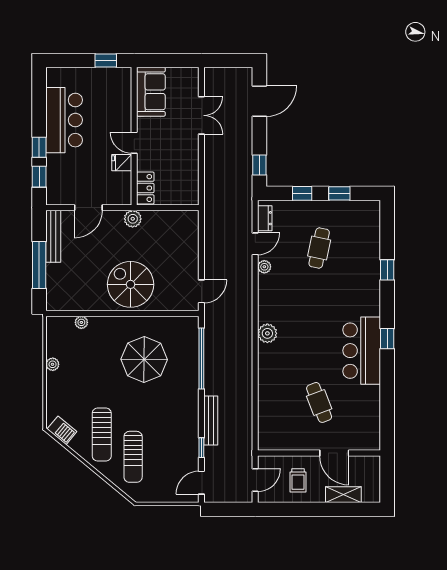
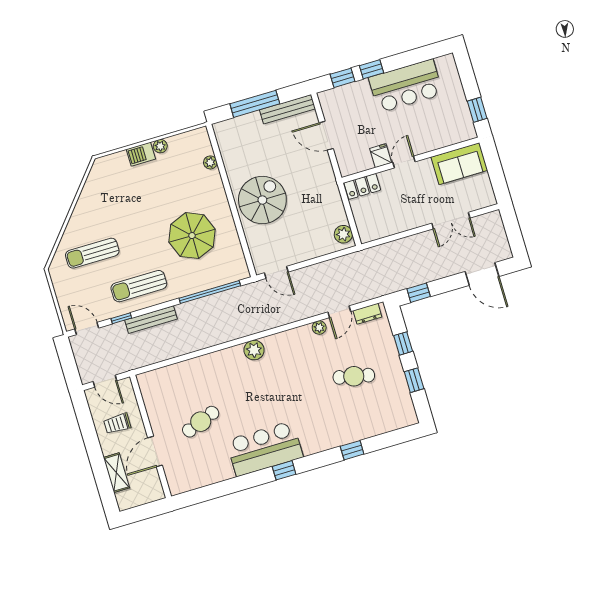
plant: (133, 219) -> (343, 234), moved
door: (255, 244) -> (339, 312), hinge flipped
barbecue: (62, 430) -> (141, 154), moved, turned 50
sun lounger: (102, 435) -> (139, 286), moved

